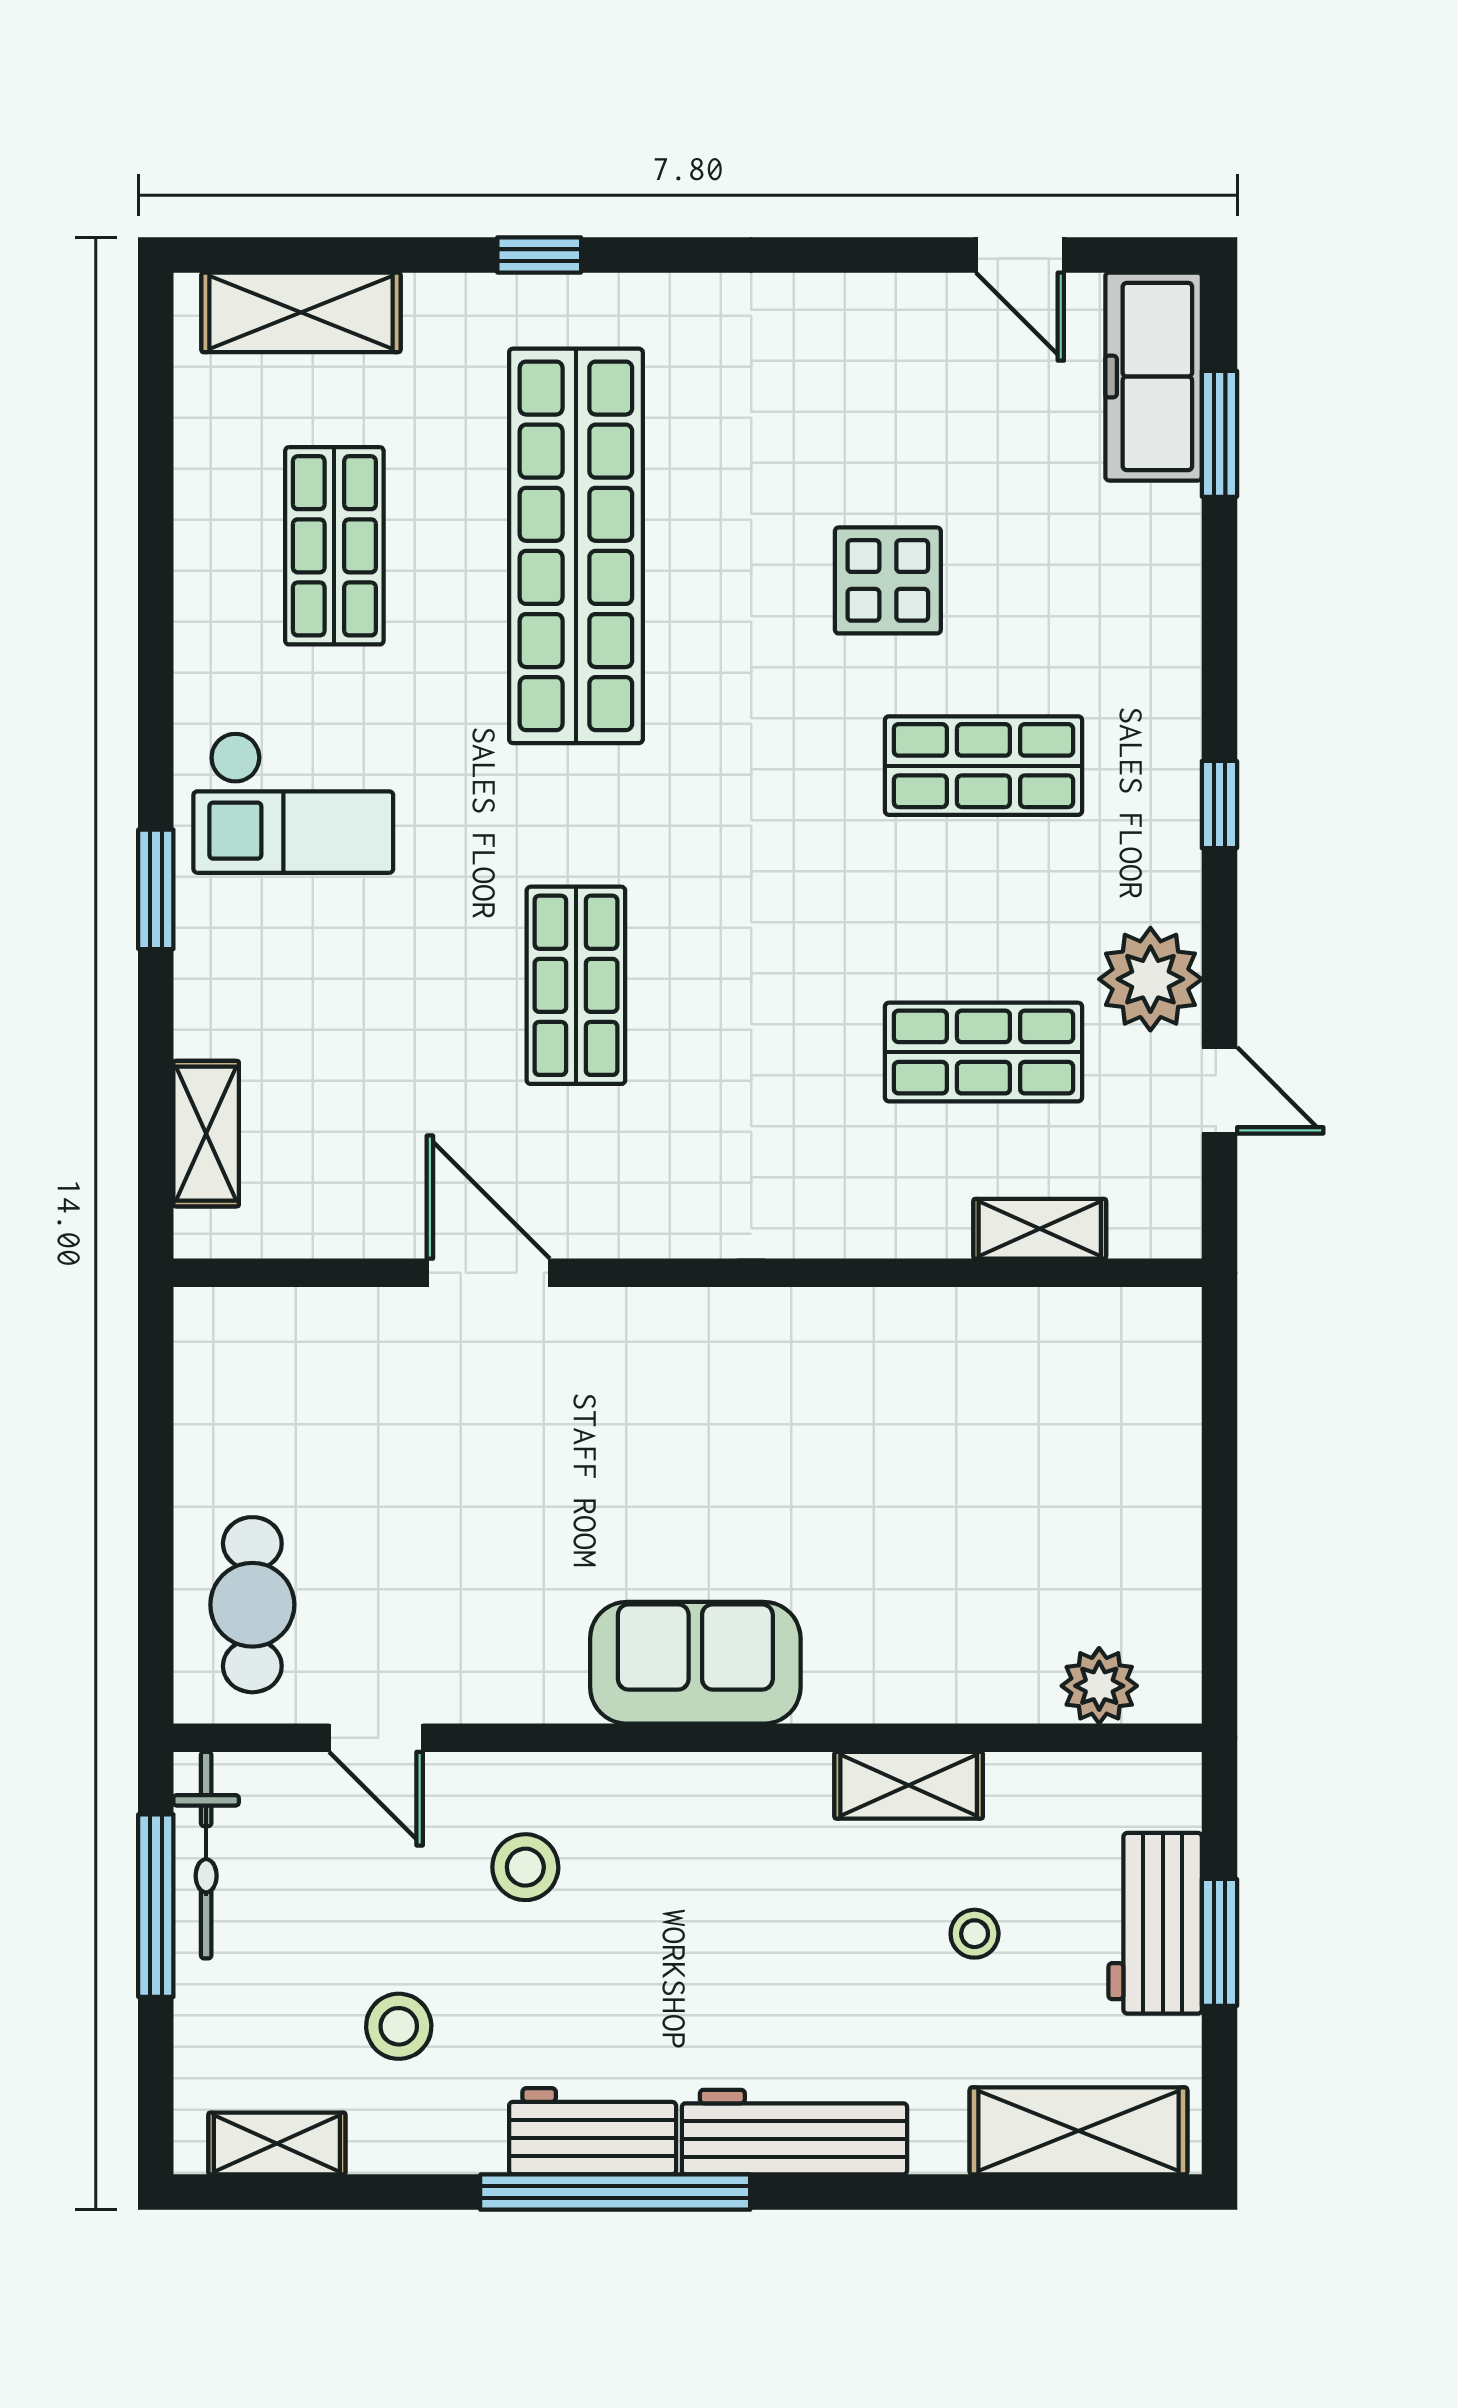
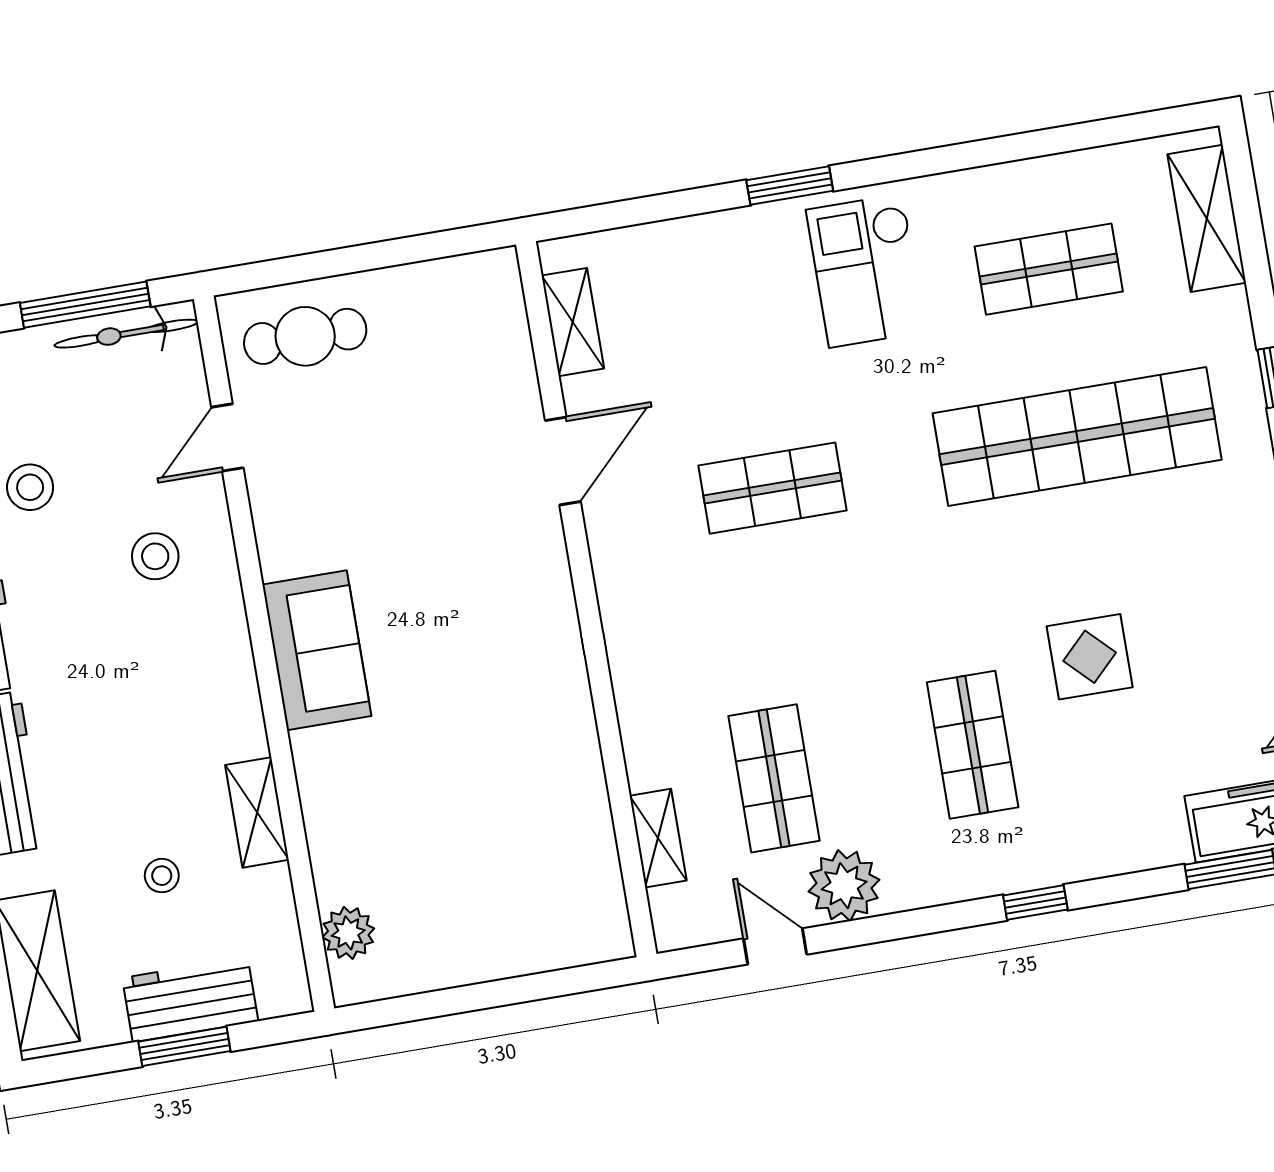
window: (1219, 805) -> (1035, 902), moved
door: (1219, 1090) -> (775, 946), swing flipped
shelving: (206, 1134) -> (573, 322), moved, turned 90

